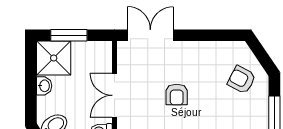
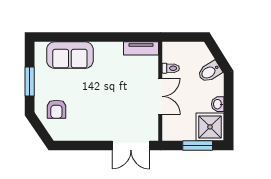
armchair: (242, 80) -> (56, 109), turned 62
armchair: (177, 95) -> (109, 97), removed

